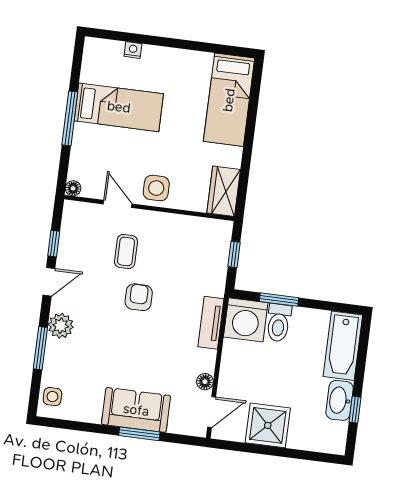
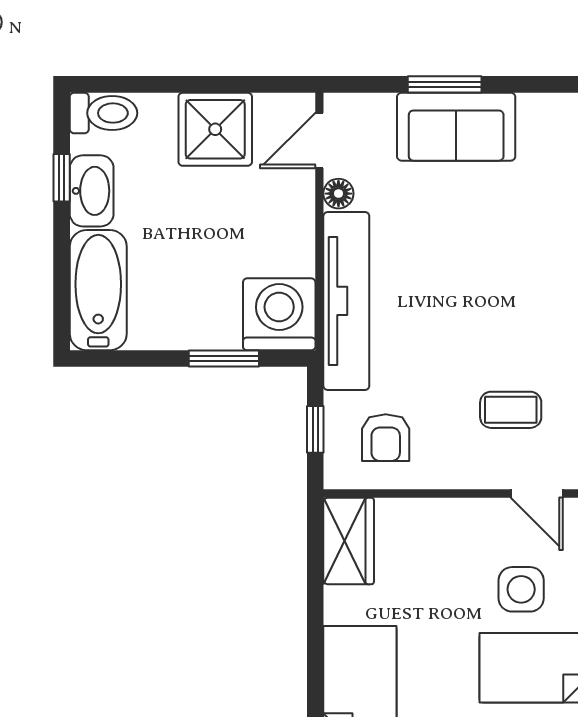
side table: (156, 188) -> (521, 589), moved
coffee table: (126, 251) -> (511, 410), turned 90
armchair: (139, 297) -> (386, 438), moved
tv unit: (211, 323) -> (346, 301), width x1.92, depth x1.29
toilet: (279, 323) -> (103, 113), moved, turned 90

